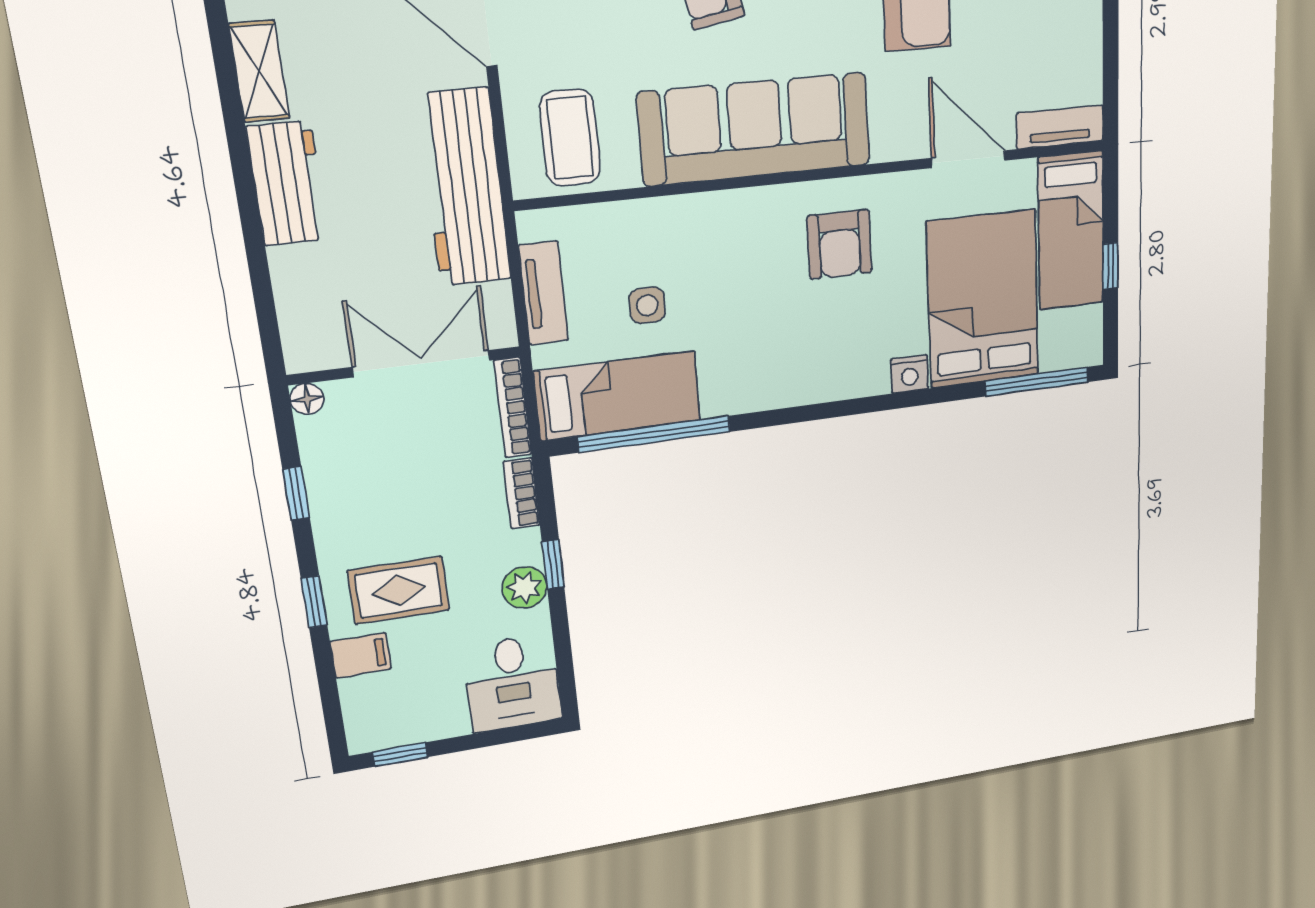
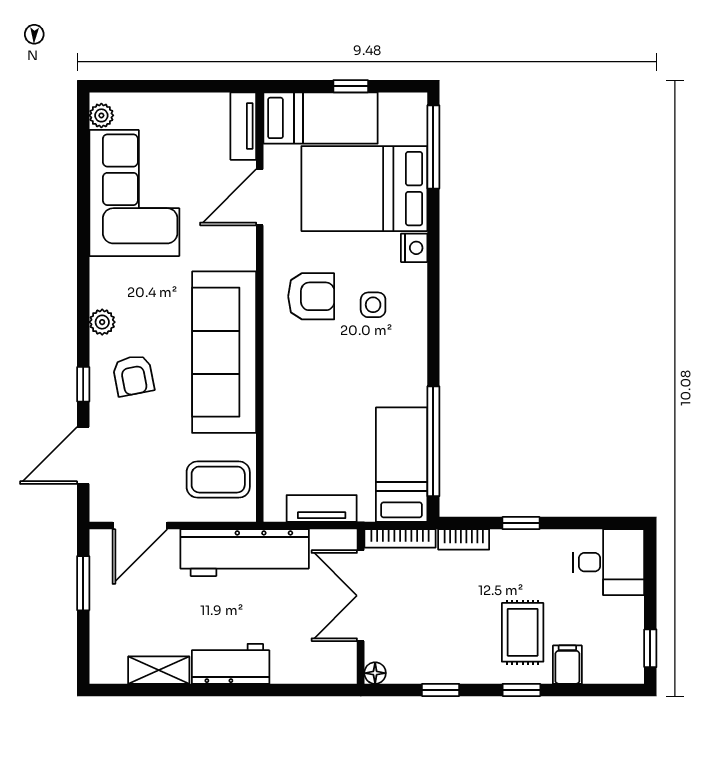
side table: (647, 305) -> (373, 305), moved
plant: (525, 588) -> (535, 545), removed

